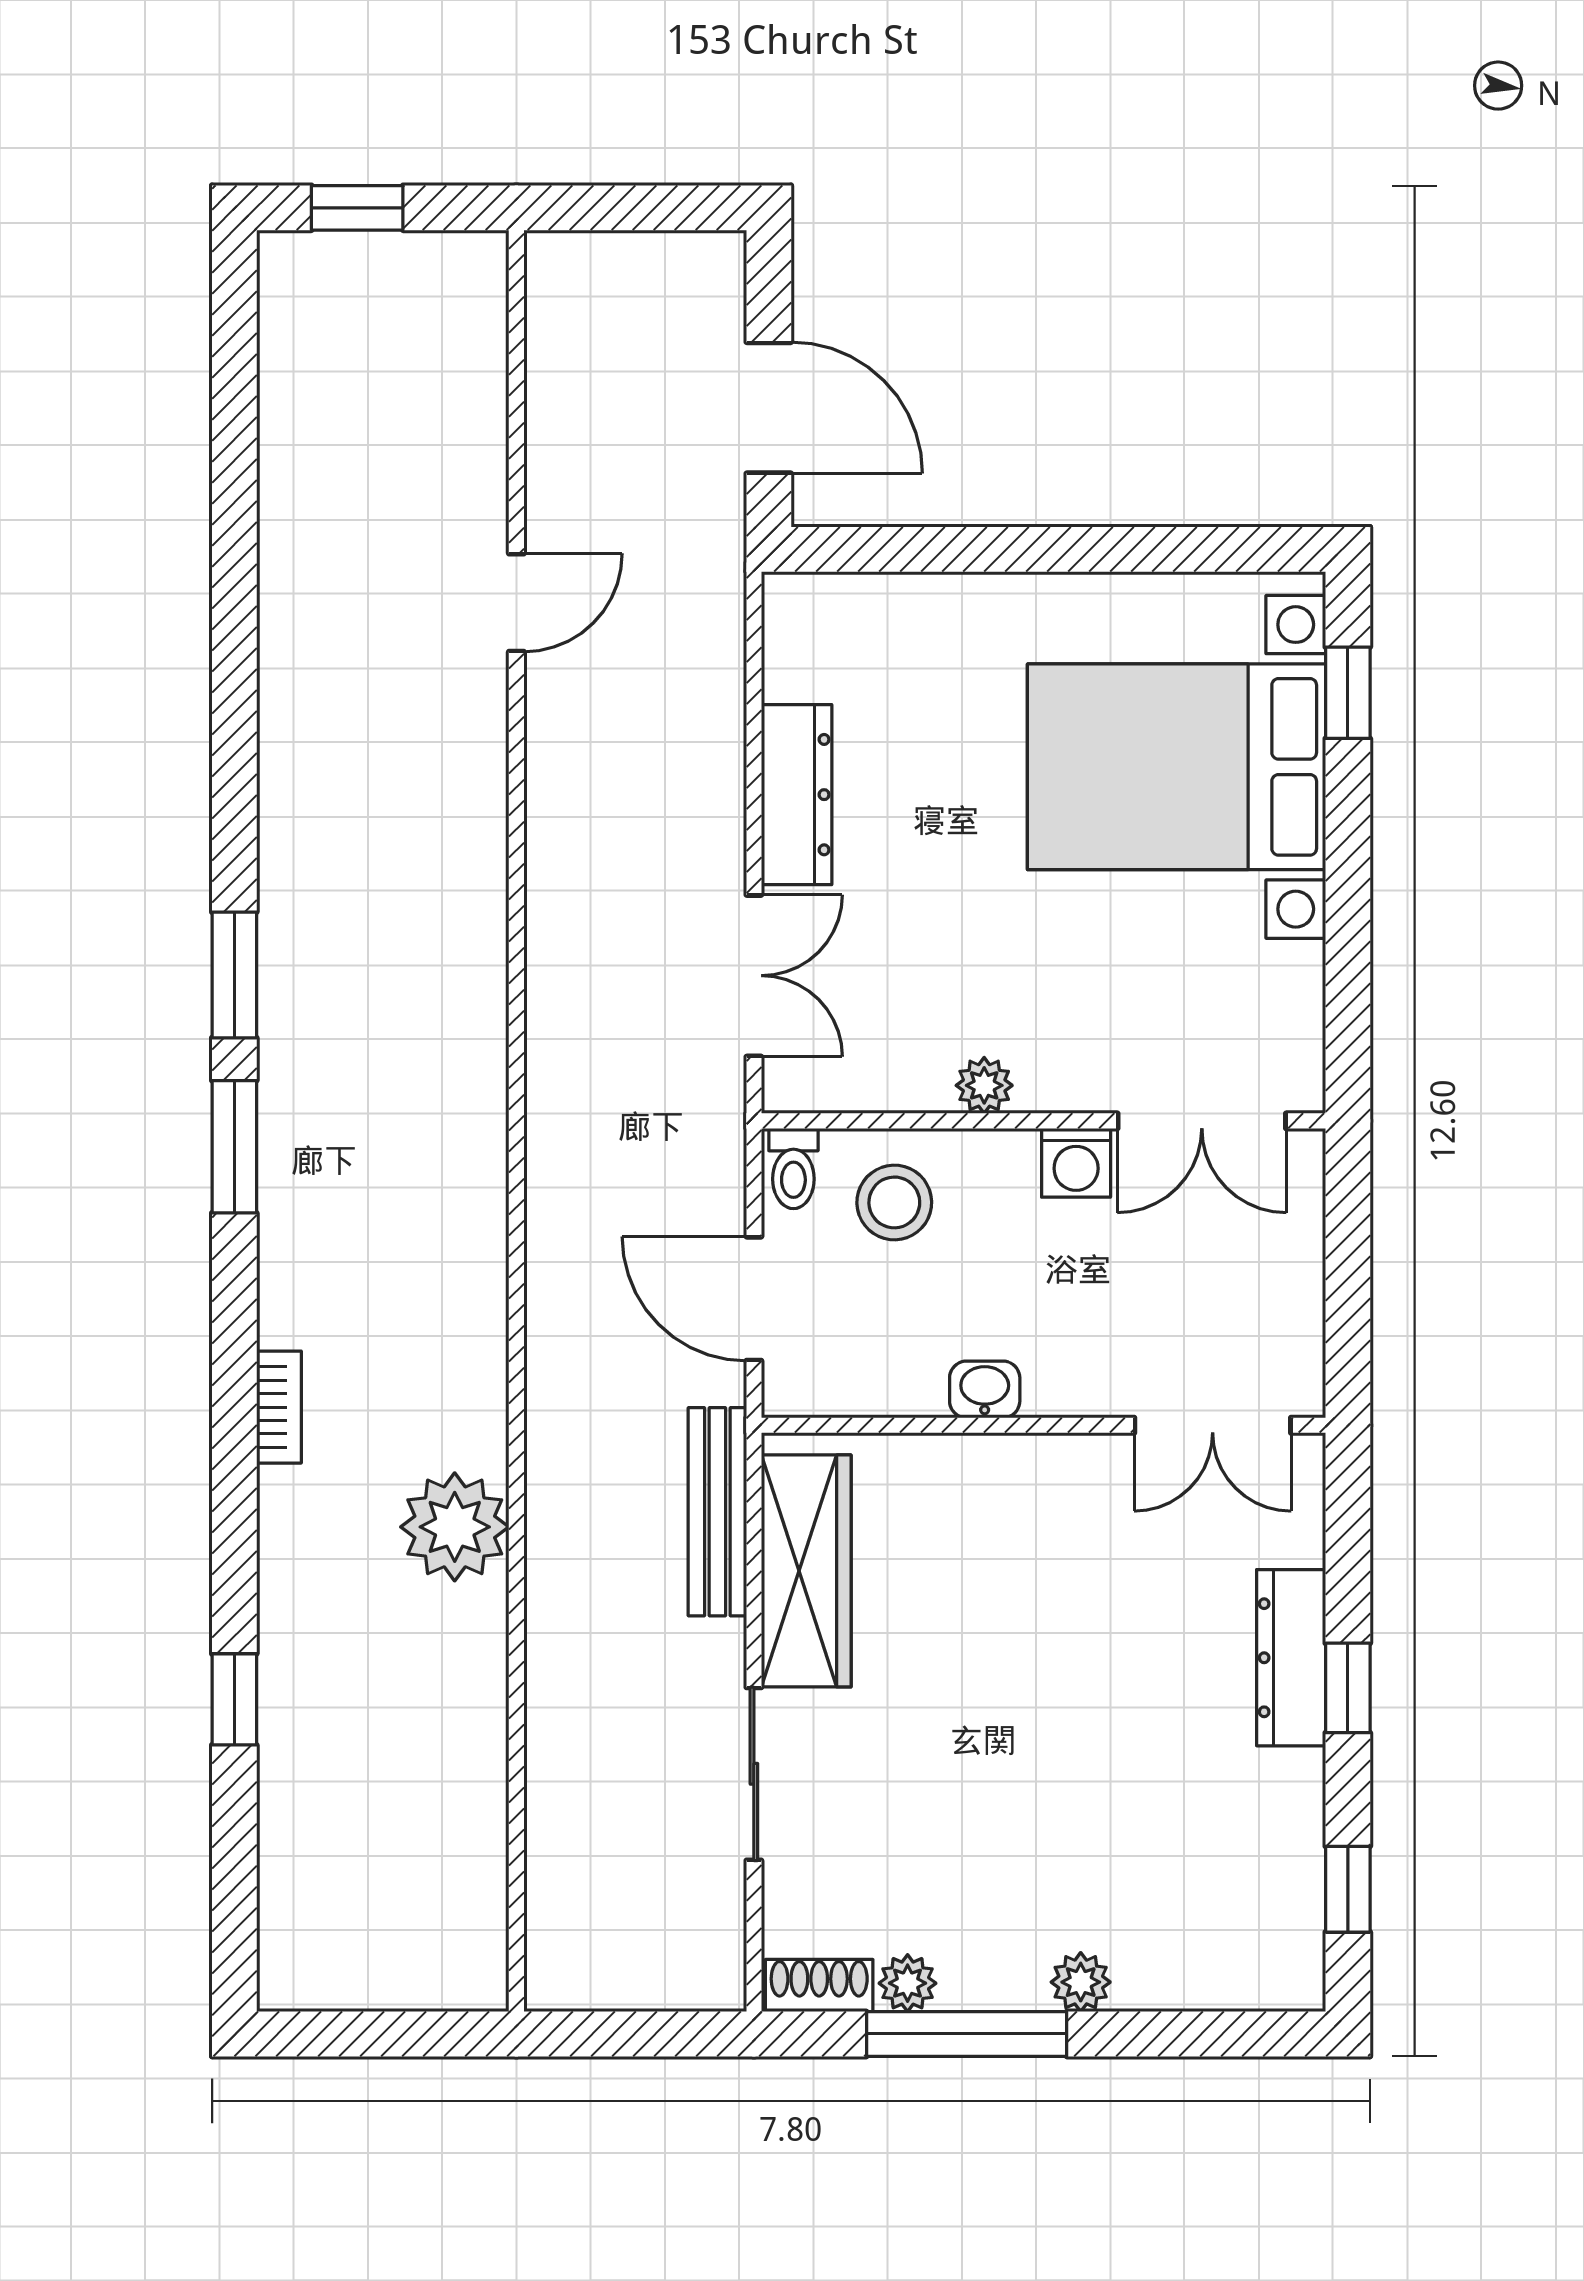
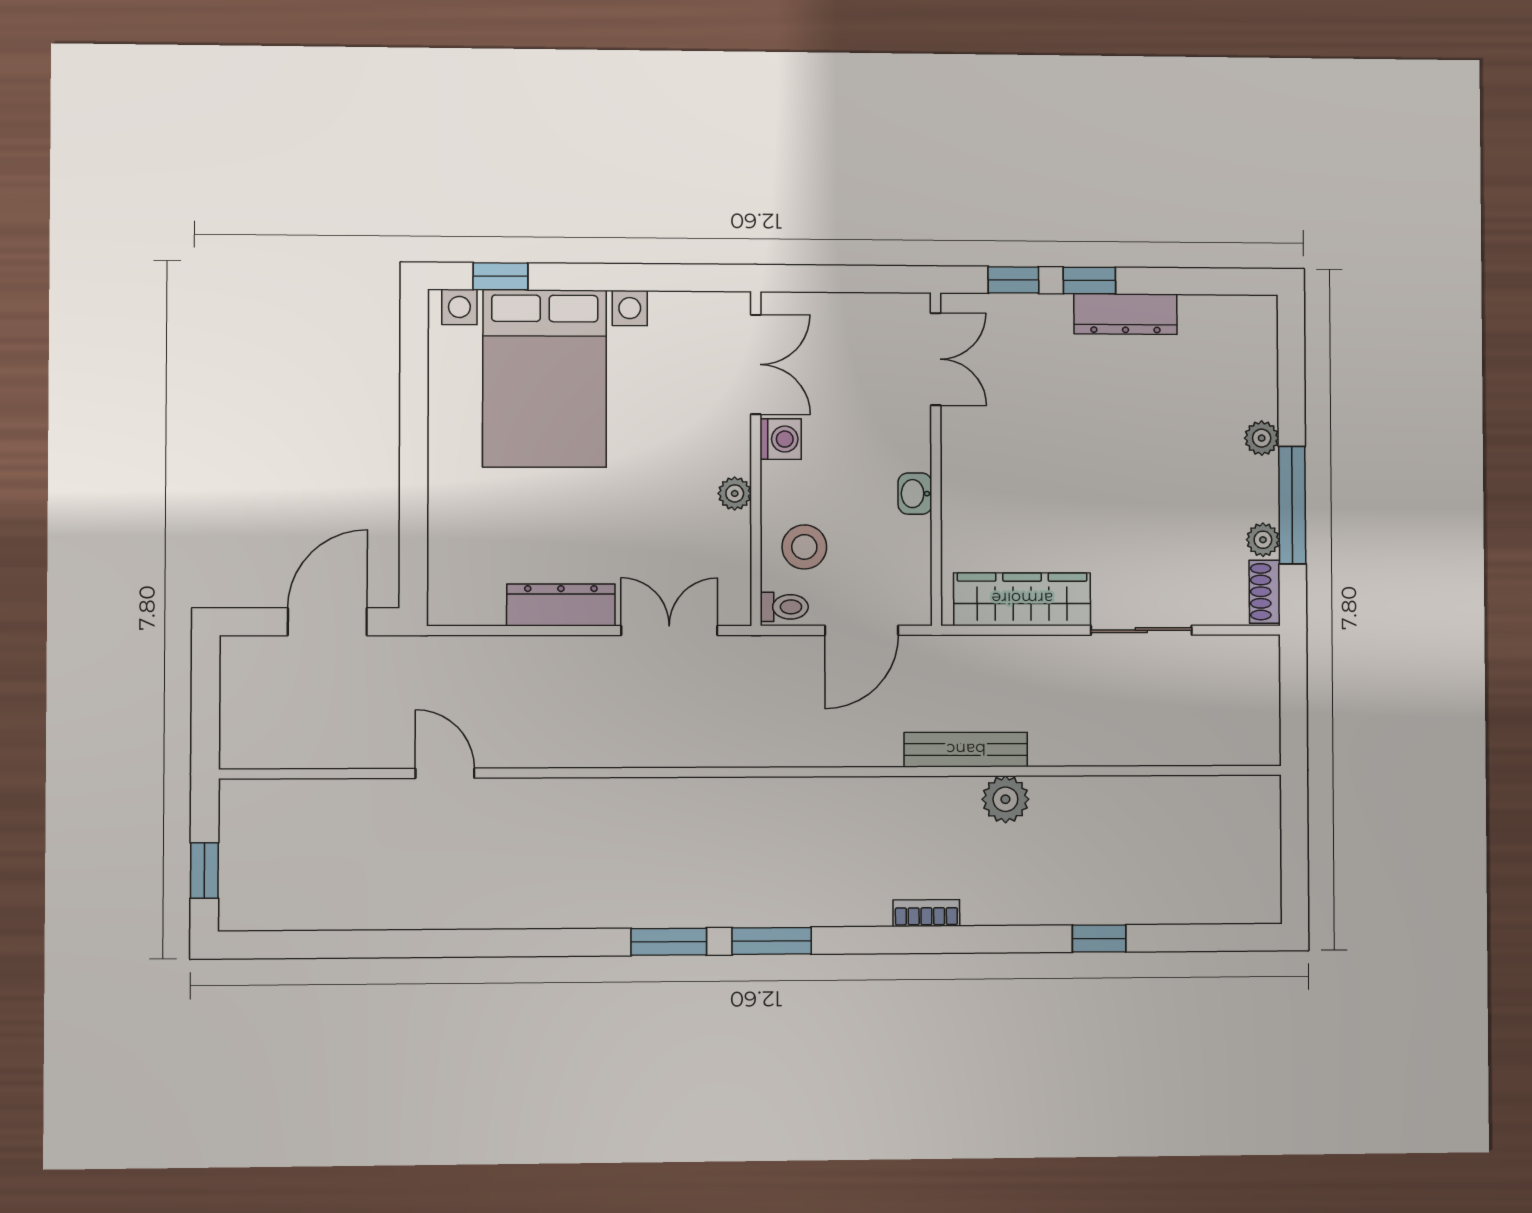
bench: (717, 1512) -> (966, 750), moved
plant: (455, 1527) -> (1005, 799), width x0.73, depth x0.73
dresser: (1291, 1658) -> (1125, 314), moved
window: (1348, 1889) -> (1013, 280), moved

